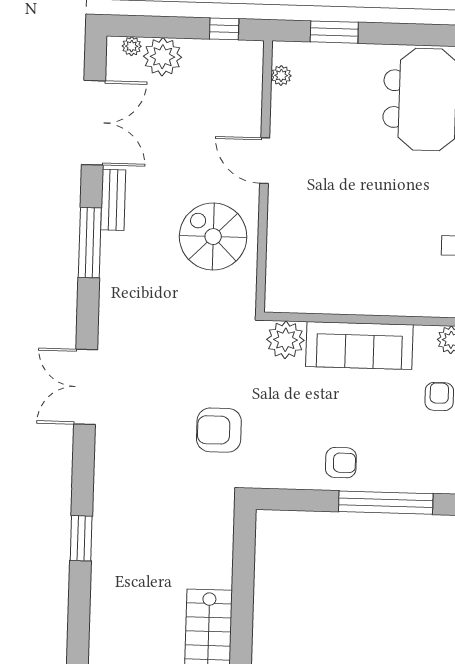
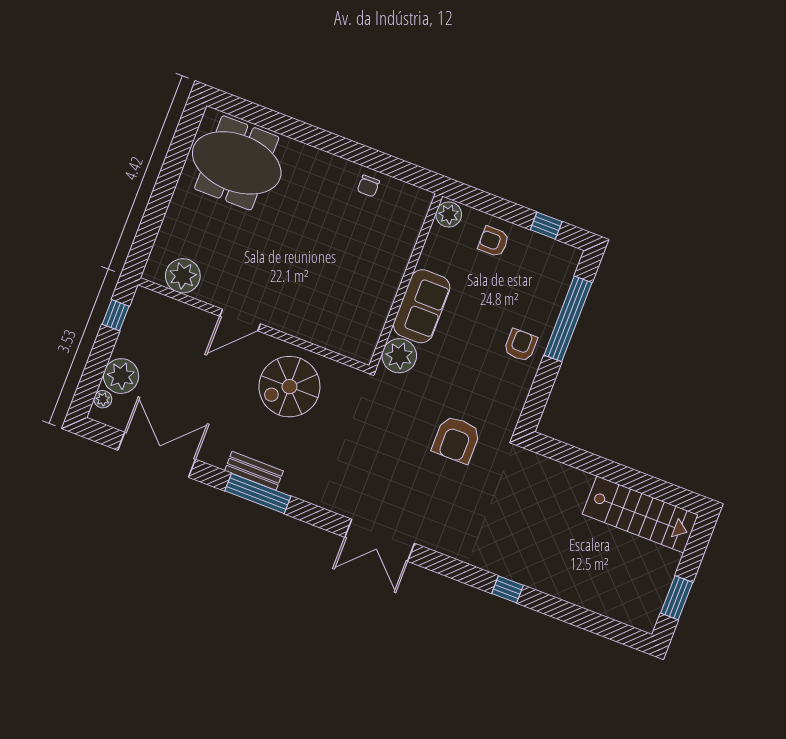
window: (334, 32) -> (151, 222), removed
plant: (281, 75) -> (183, 276), width x1.88, depth x1.88
bench: (113, 200) -> (254, 471), moved
sofa: (359, 346) -> (422, 306), width x0.73
window: (81, 538) -> (507, 589), width x0.67

